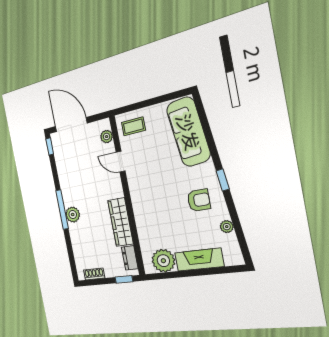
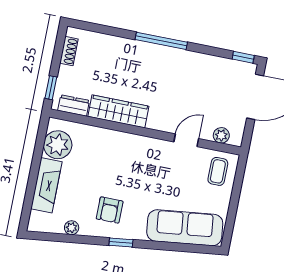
plant: (73, 215) -> (150, 53), removed

